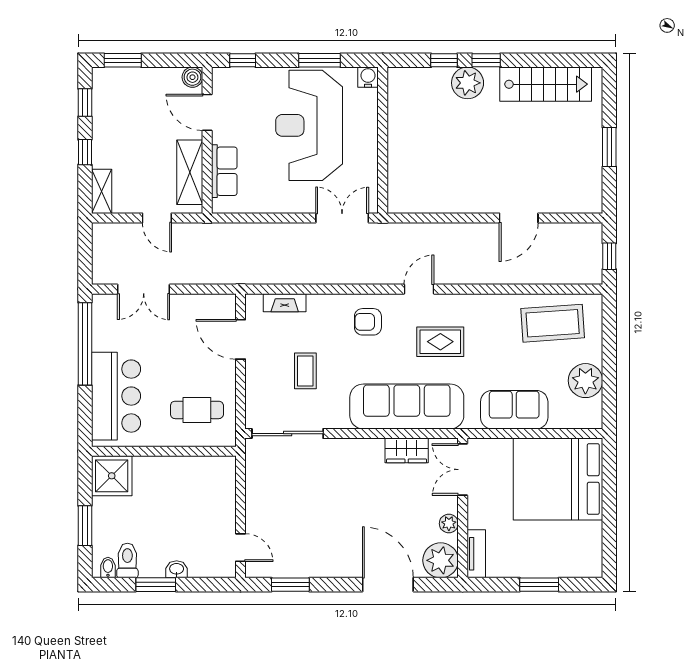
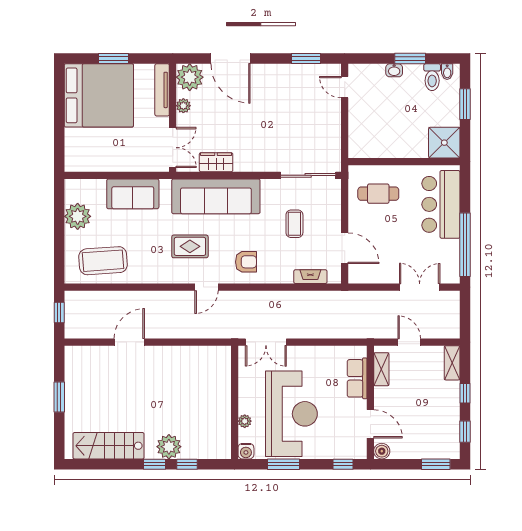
plant: (370, 116) -> (245, 421), added
shelving: (190, 172) -> (381, 369), width x0.67, depth x0.75
bed: (558, 479) -> (99, 95), moved
tv unit: (476, 554) -> (162, 90), width x1.41

